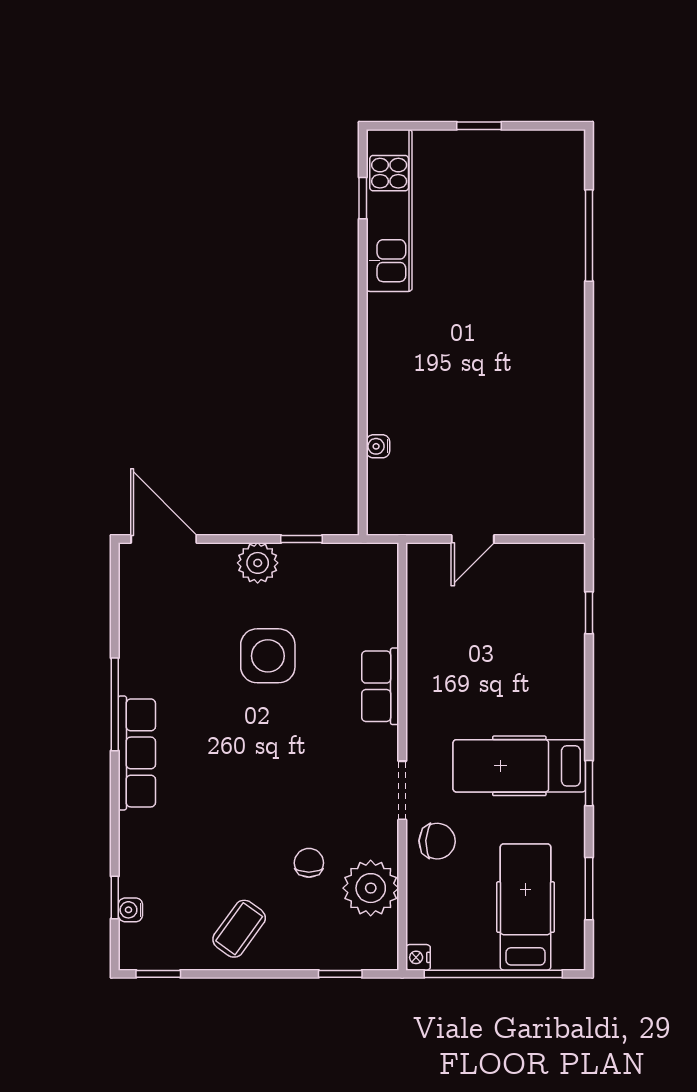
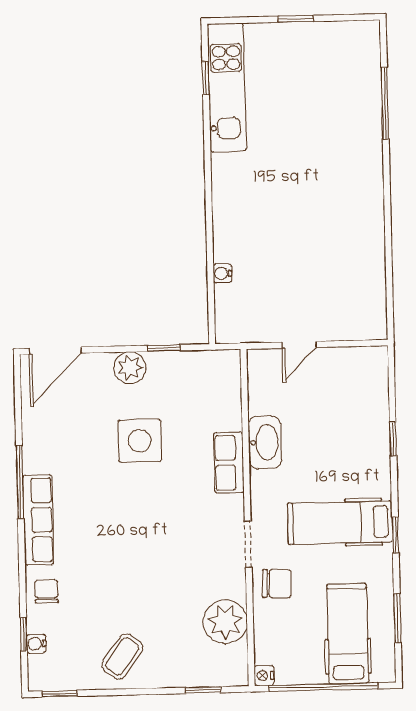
door: (164, 539) -> (55, 351), swing flipped
window: (589, 613) -> (393, 439), moved
washbasin: (426, 662) -> (265, 442), added
chair: (309, 863) -> (46, 592), moved

